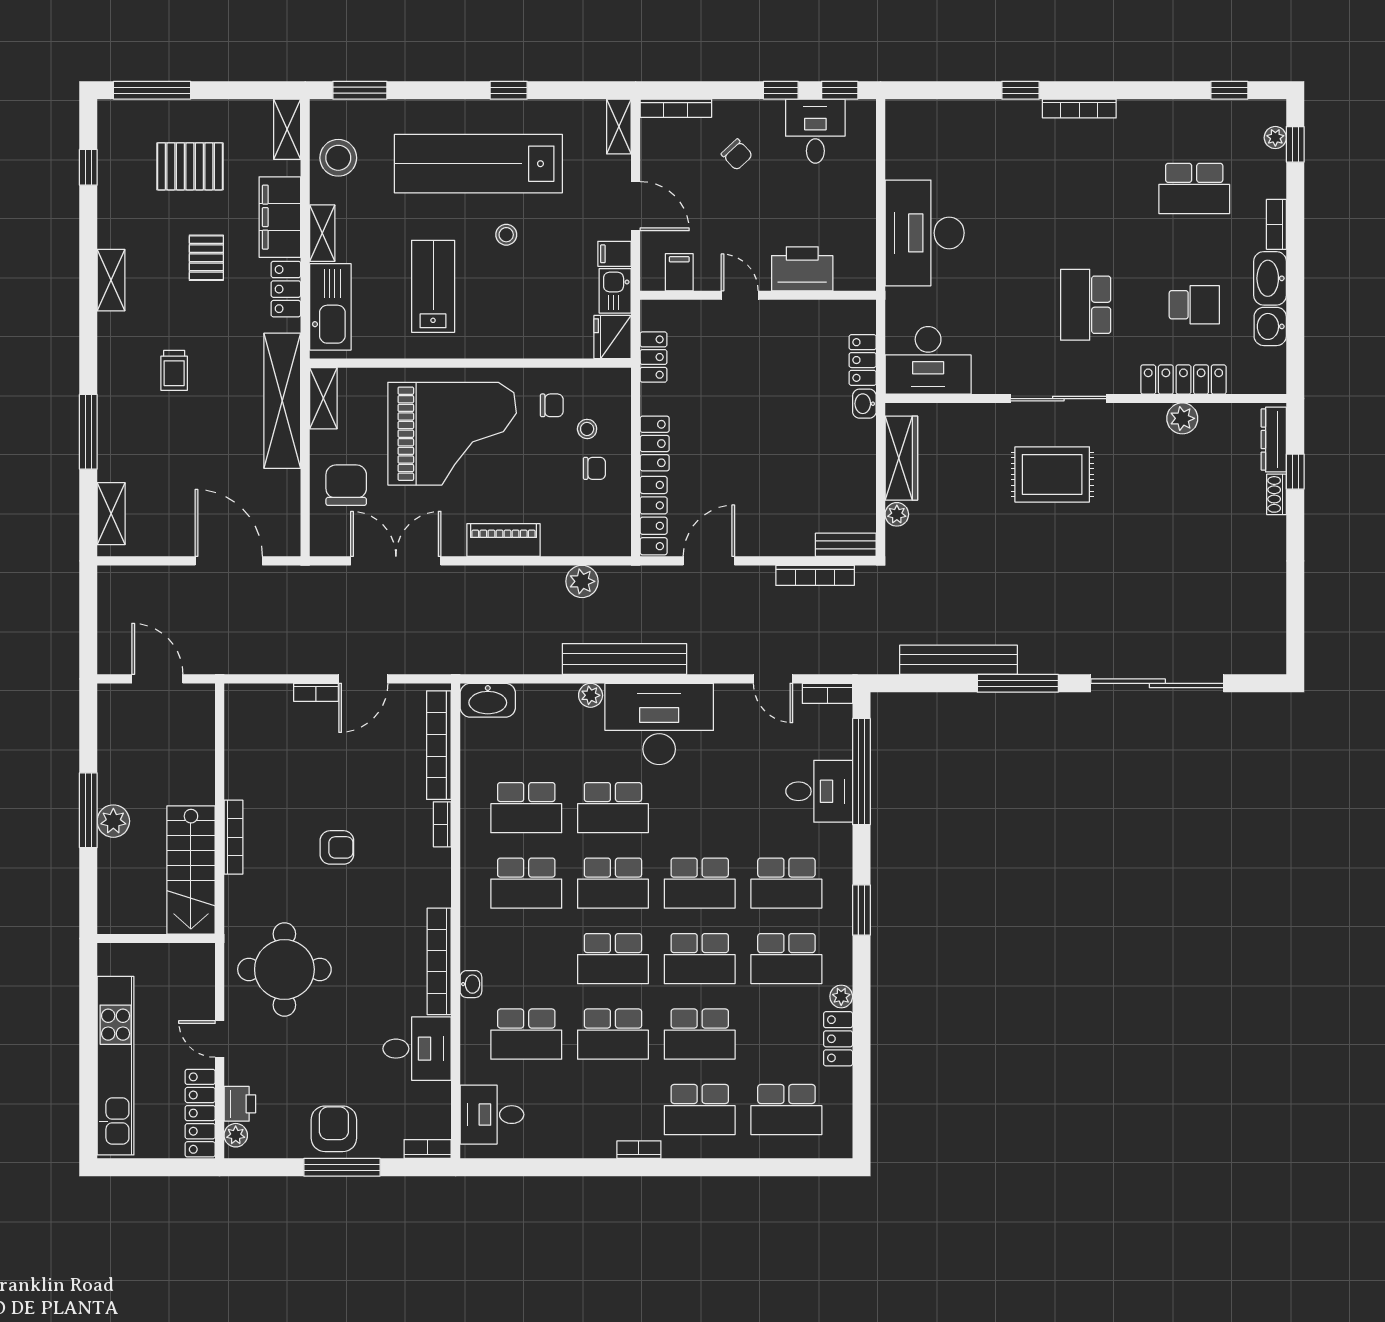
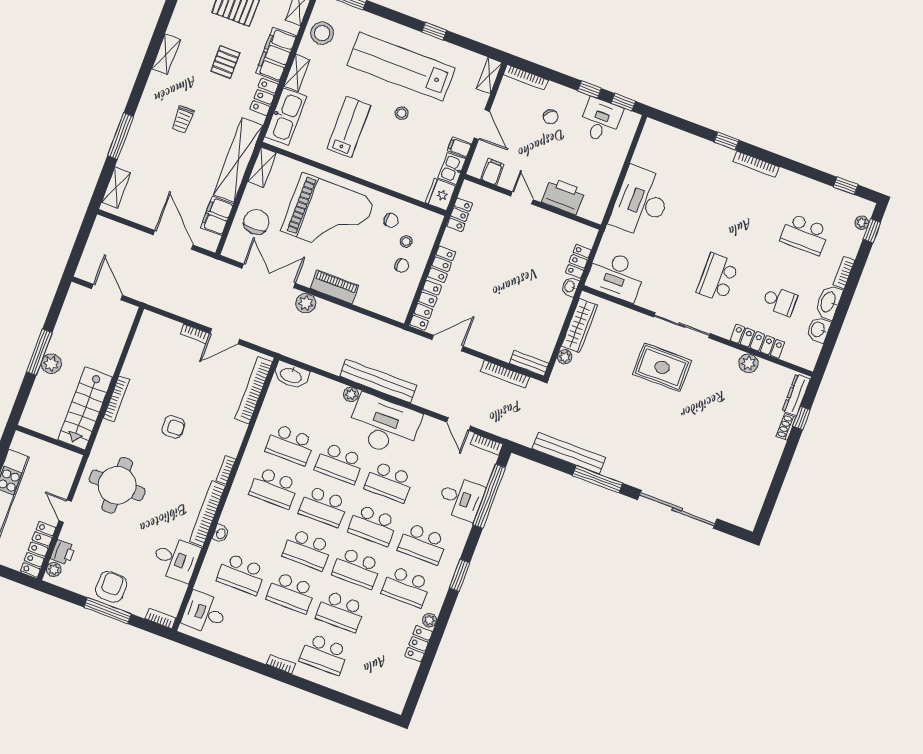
filing cabinet: (282, 499) -> (217, 216), added
plant: (582, 581) -> (306, 303), moved
bookcase: (442, 824) -> (226, 470), moved
school desk: (786, 1110) -> (389, 482), moved

